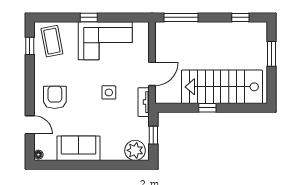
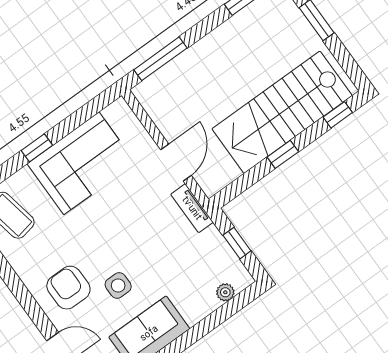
side table: (109, 92) -> (118, 285), moved
window: (248, 108) -> (338, 115), added
plant: (135, 150) -> (225, 292), width x0.53, depth x0.53

